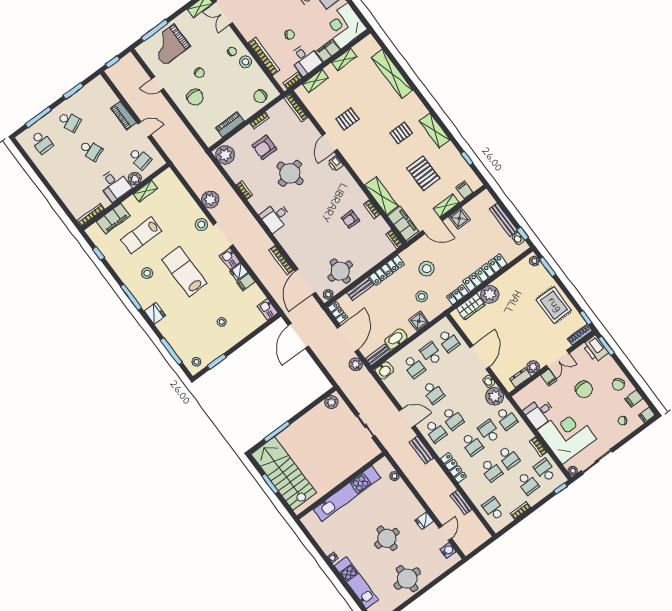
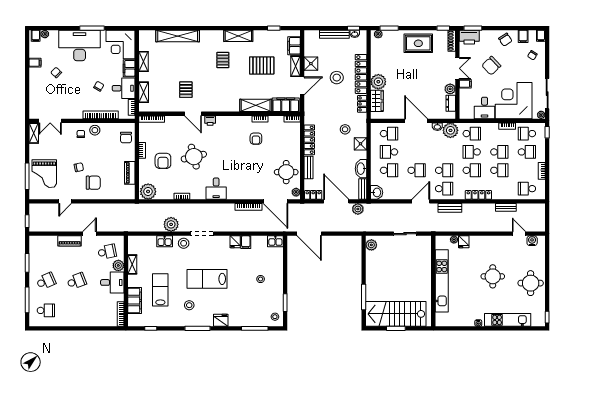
filing cabinet: (464, 190) -> (294, 46), width x2.00
lab bench: (141, 235) -> (160, 290), turned 180
kitchen sink: (230, 259) -> (165, 241), moved
stool: (427, 269) -> (337, 78), moved
chair: (584, 389) -> (491, 66), turned 136
fridge: (424, 521) -> (464, 242), moved

